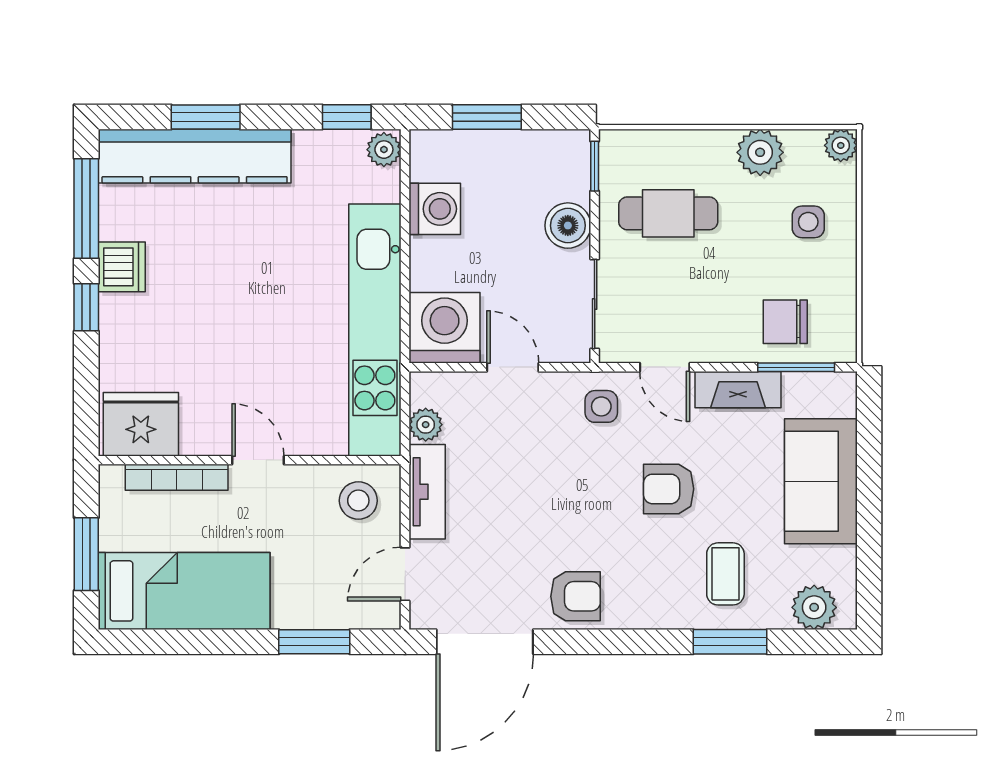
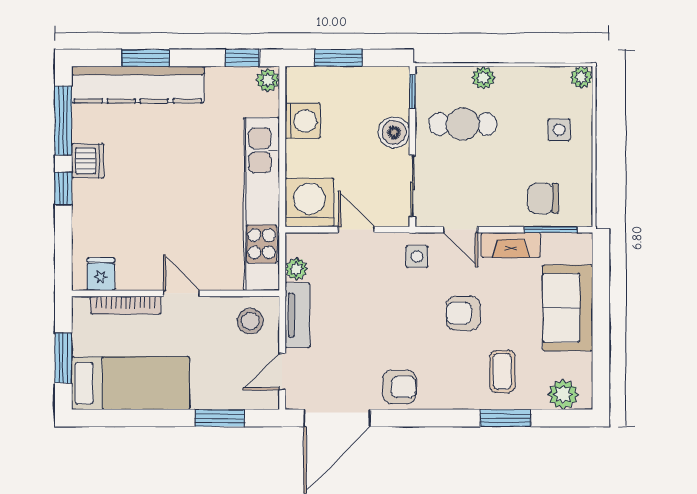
plant: (760, 152) -> (483, 78), moved, width x0.73, depth x0.73
fridge: (141, 424) -> (101, 274), width x0.53, depth x0.75

